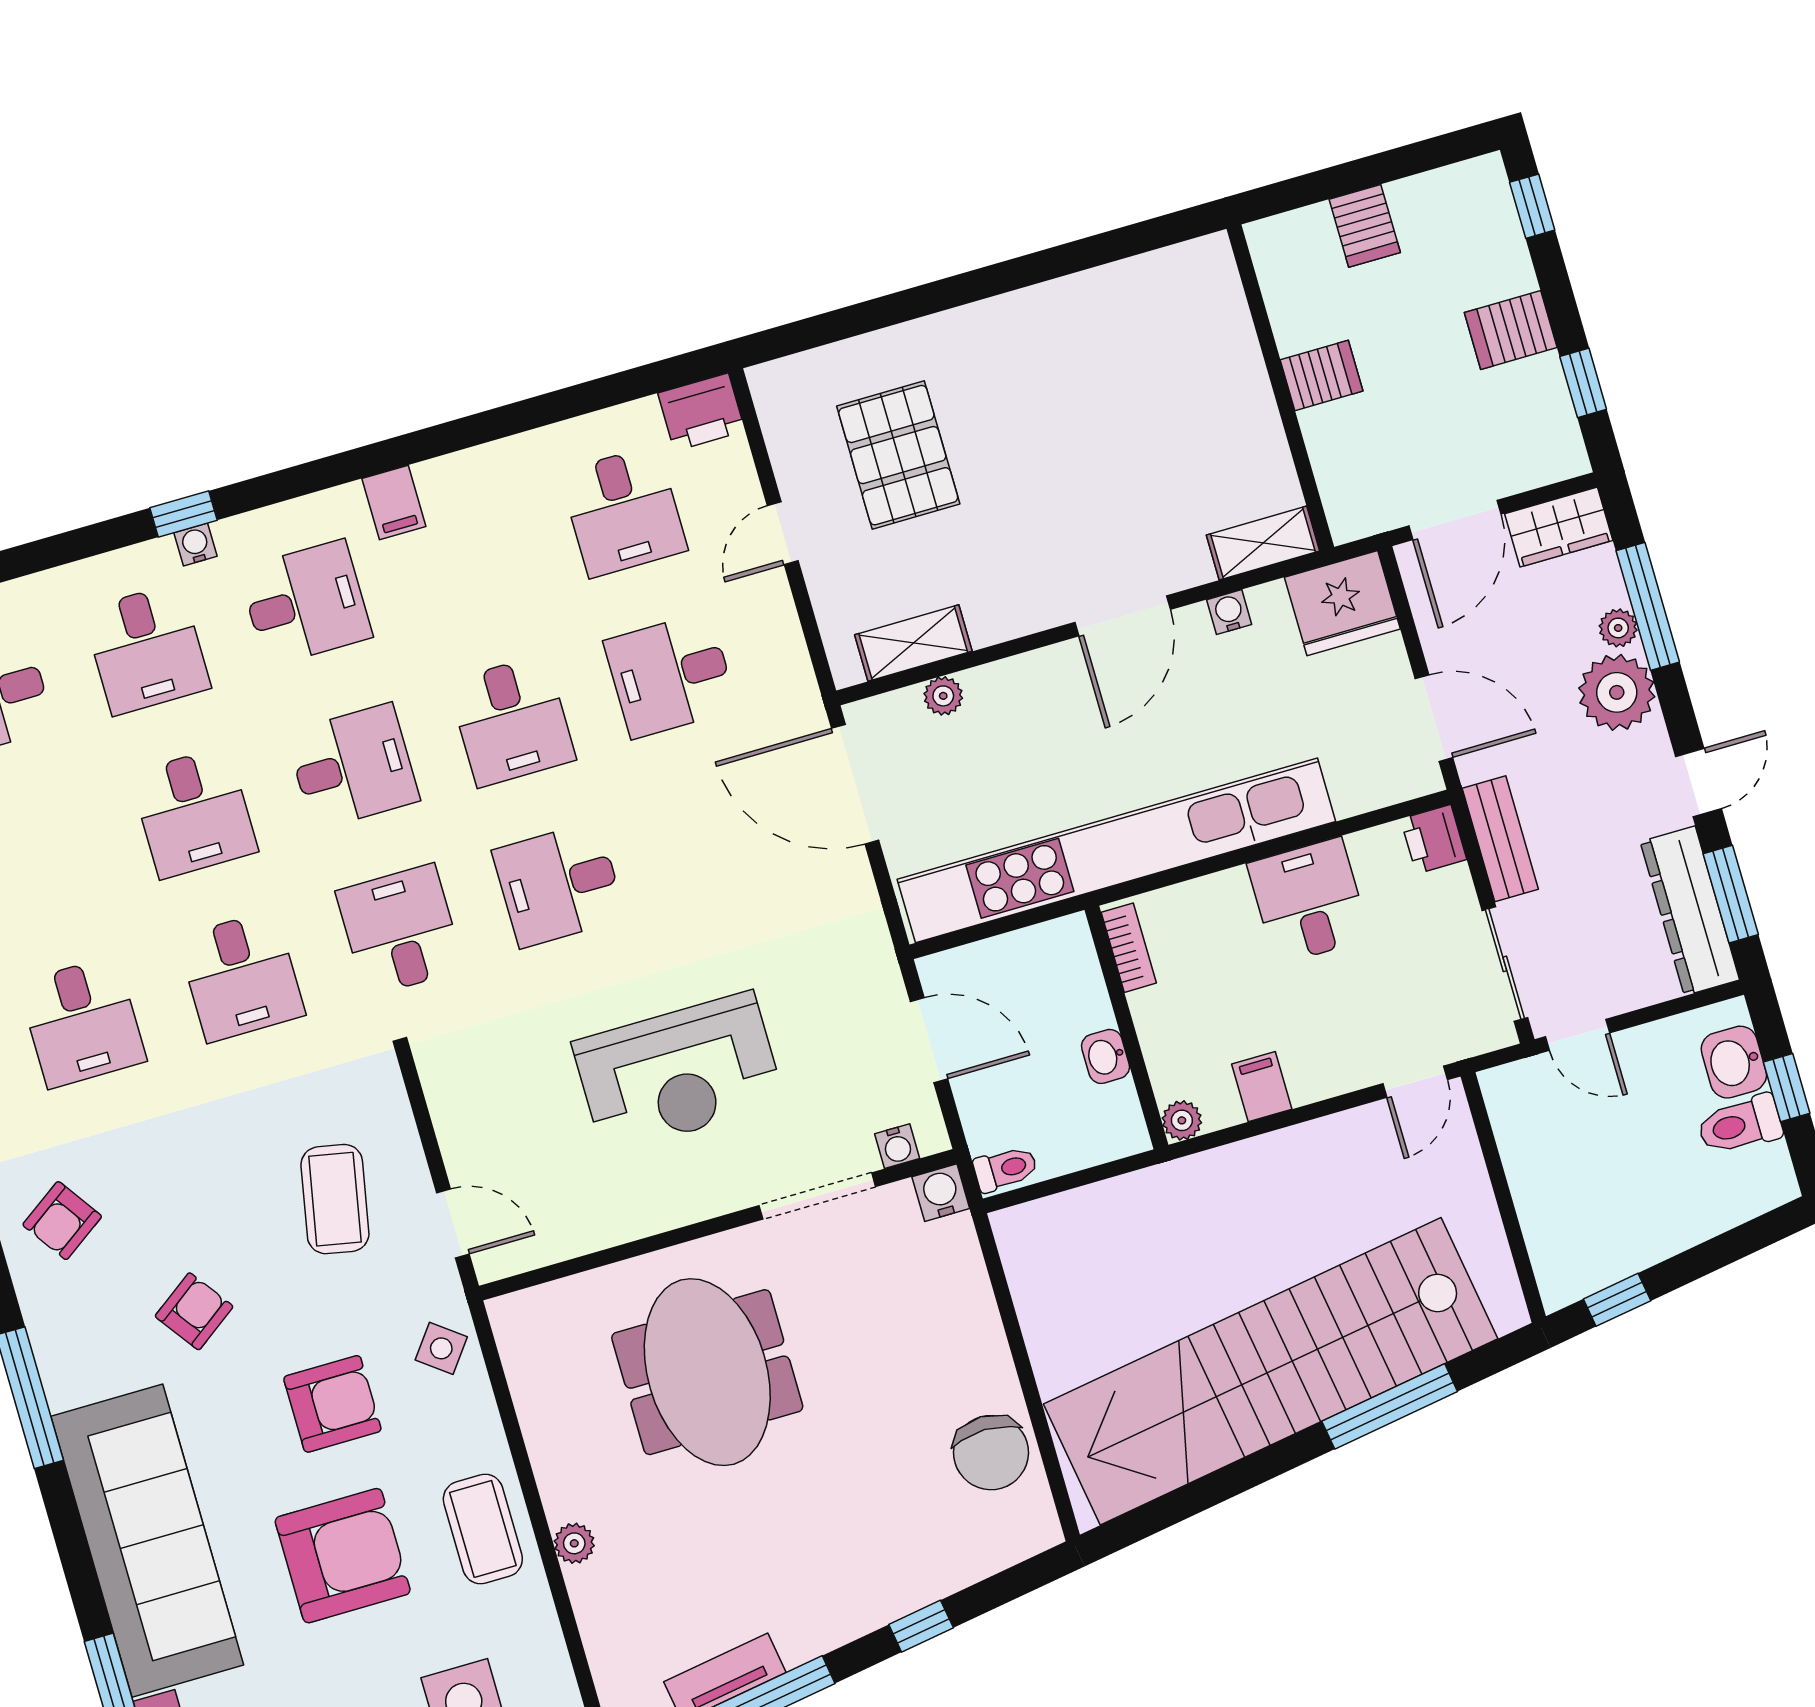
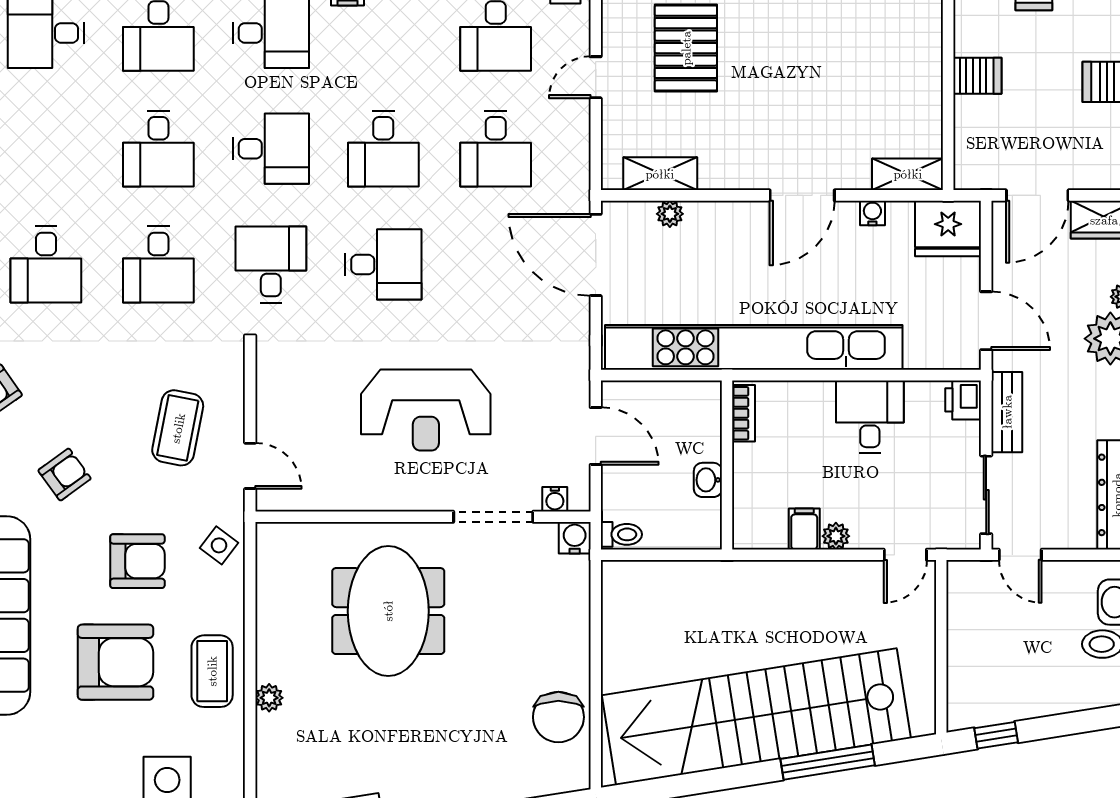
desk: (671, 675) -> (496, 149), turned -90
desk: (559, 884) -> (383, 264), turned 180
plant: (1182, 1120) -> (836, 536), moved

